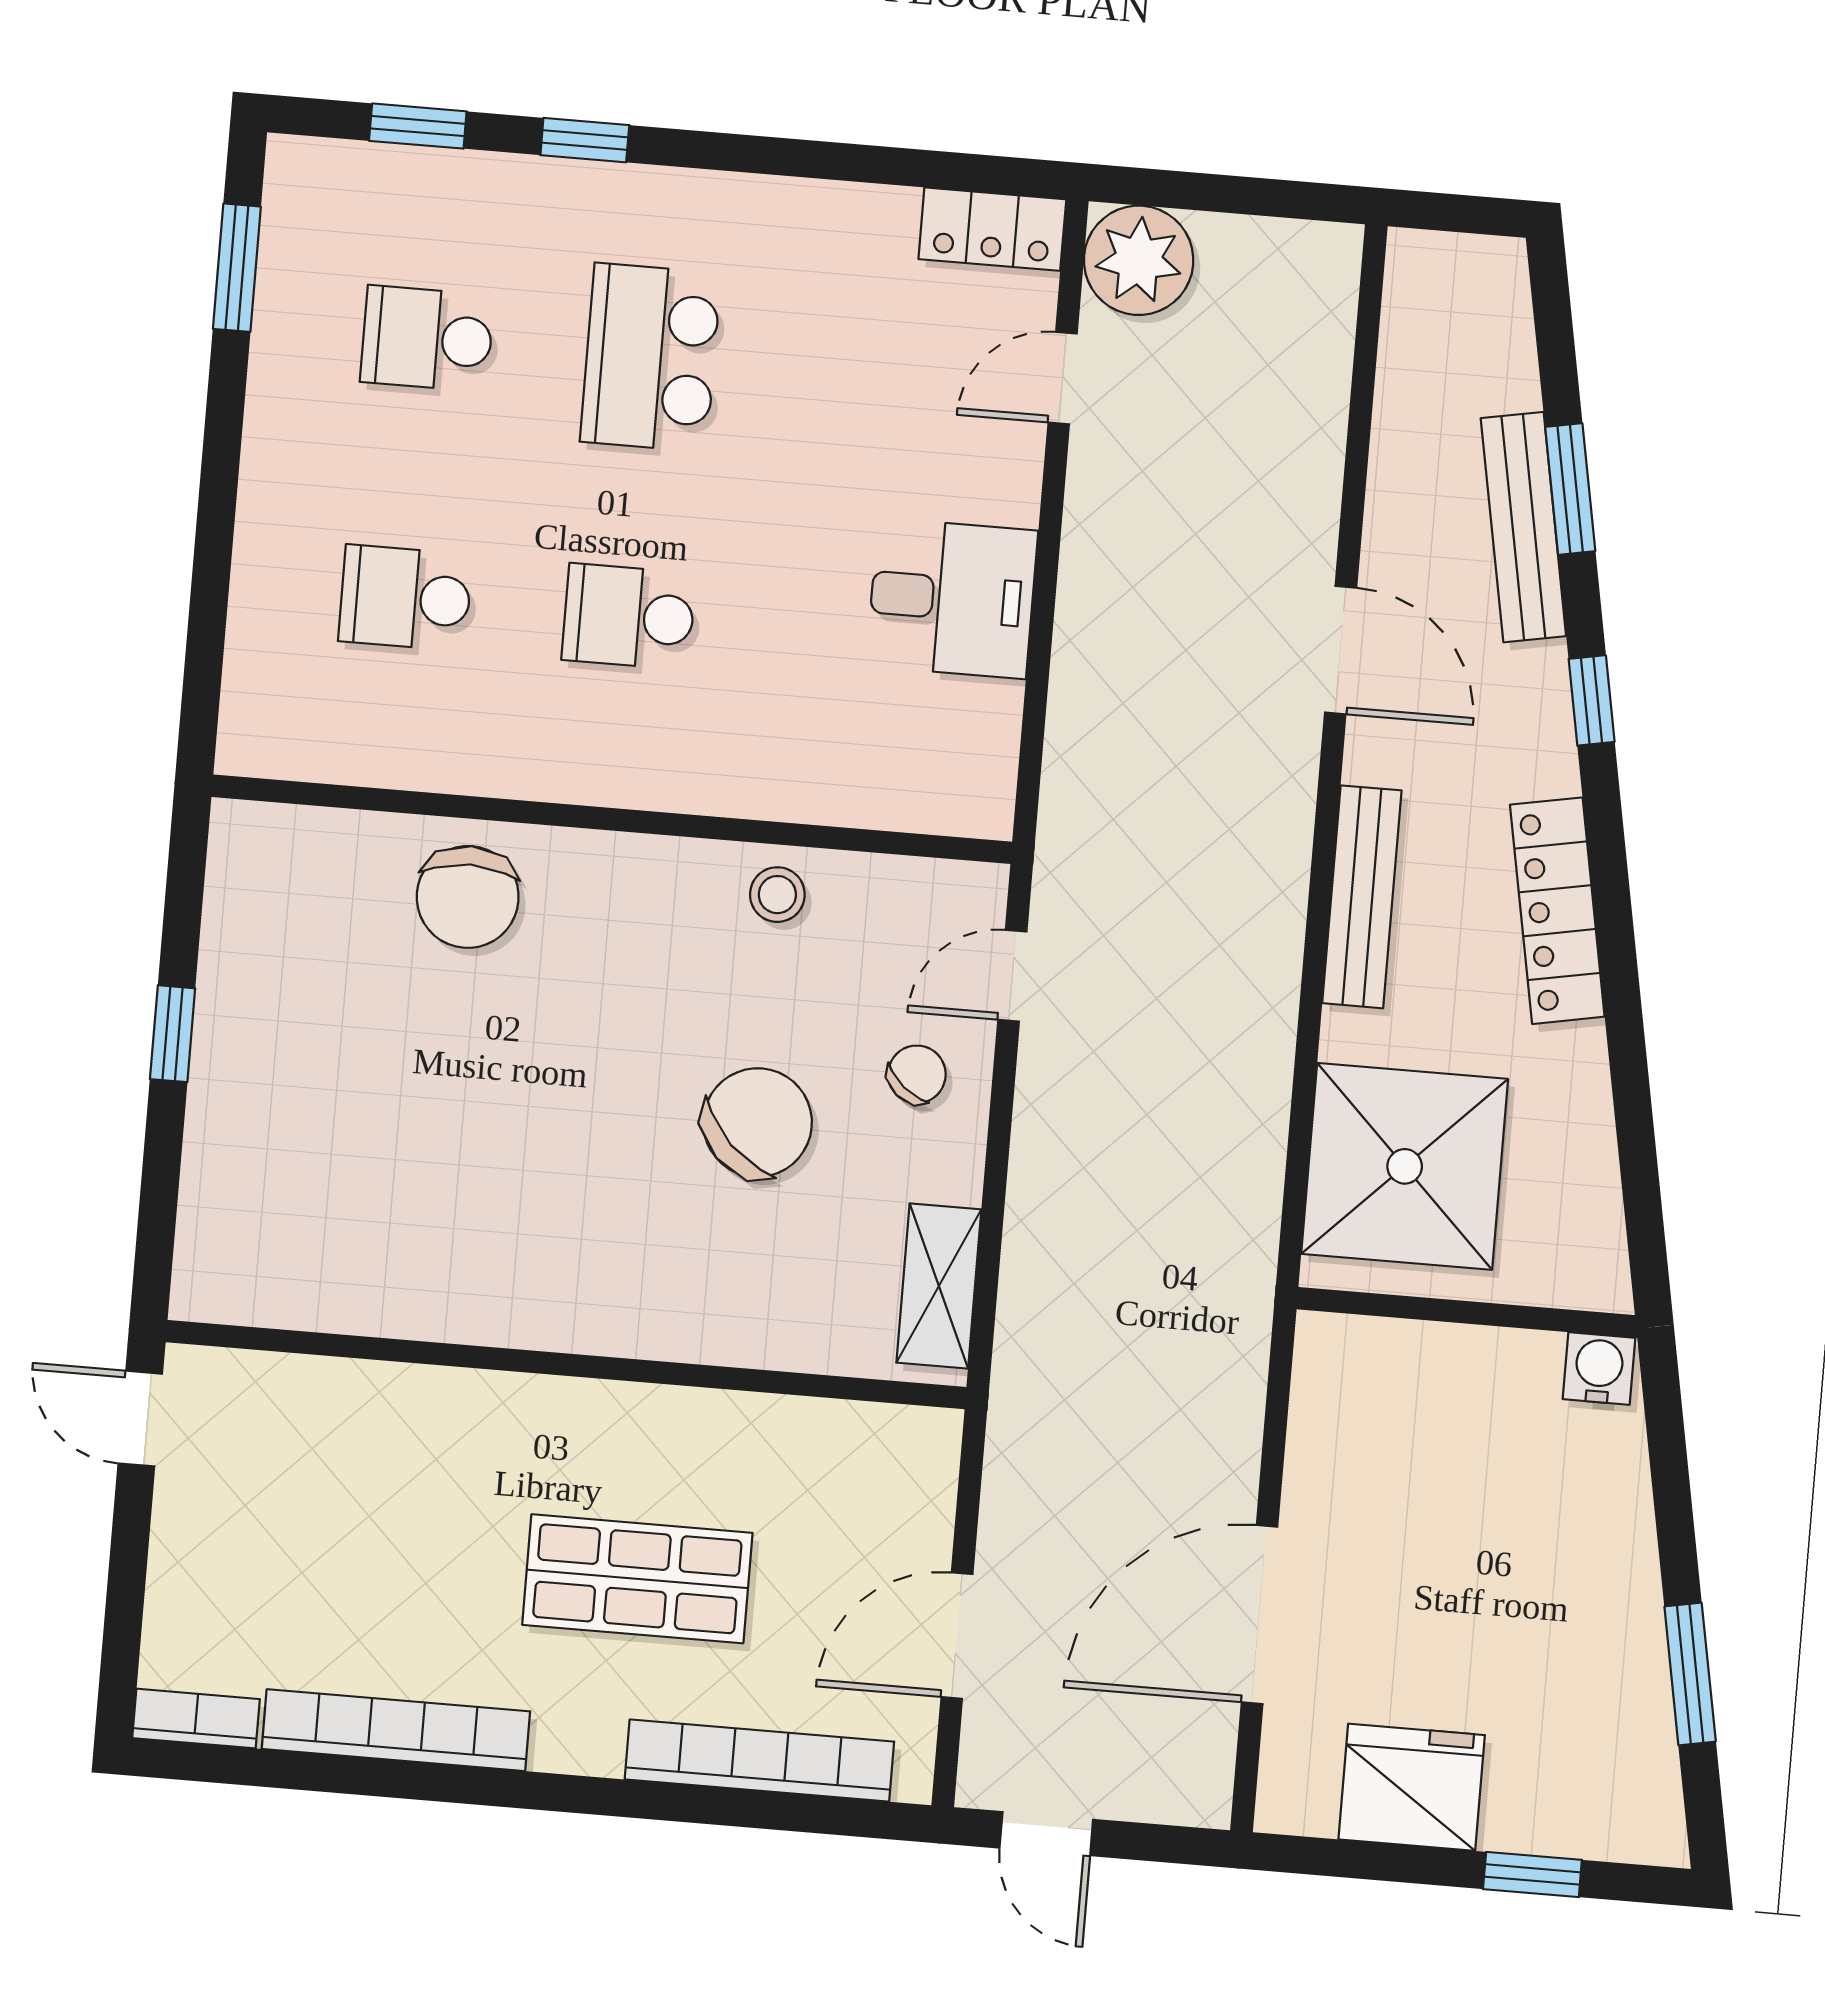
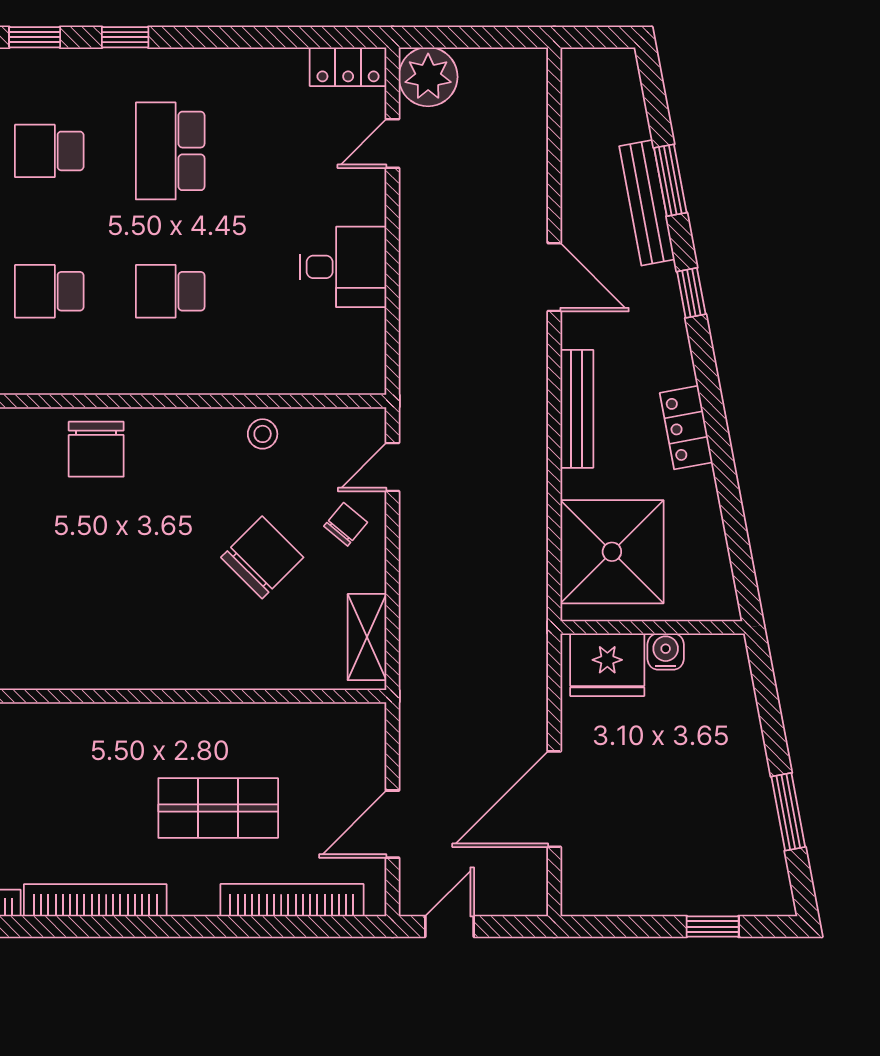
locker: (1557, 911) -> (686, 428), width x0.66
water cooler: (1599, 1368) -> (666, 652), moved
fridge: (1412, 1787) -> (607, 665), moved, turned 180
door: (1046, 1834) -> (449, 927), swing flipped

